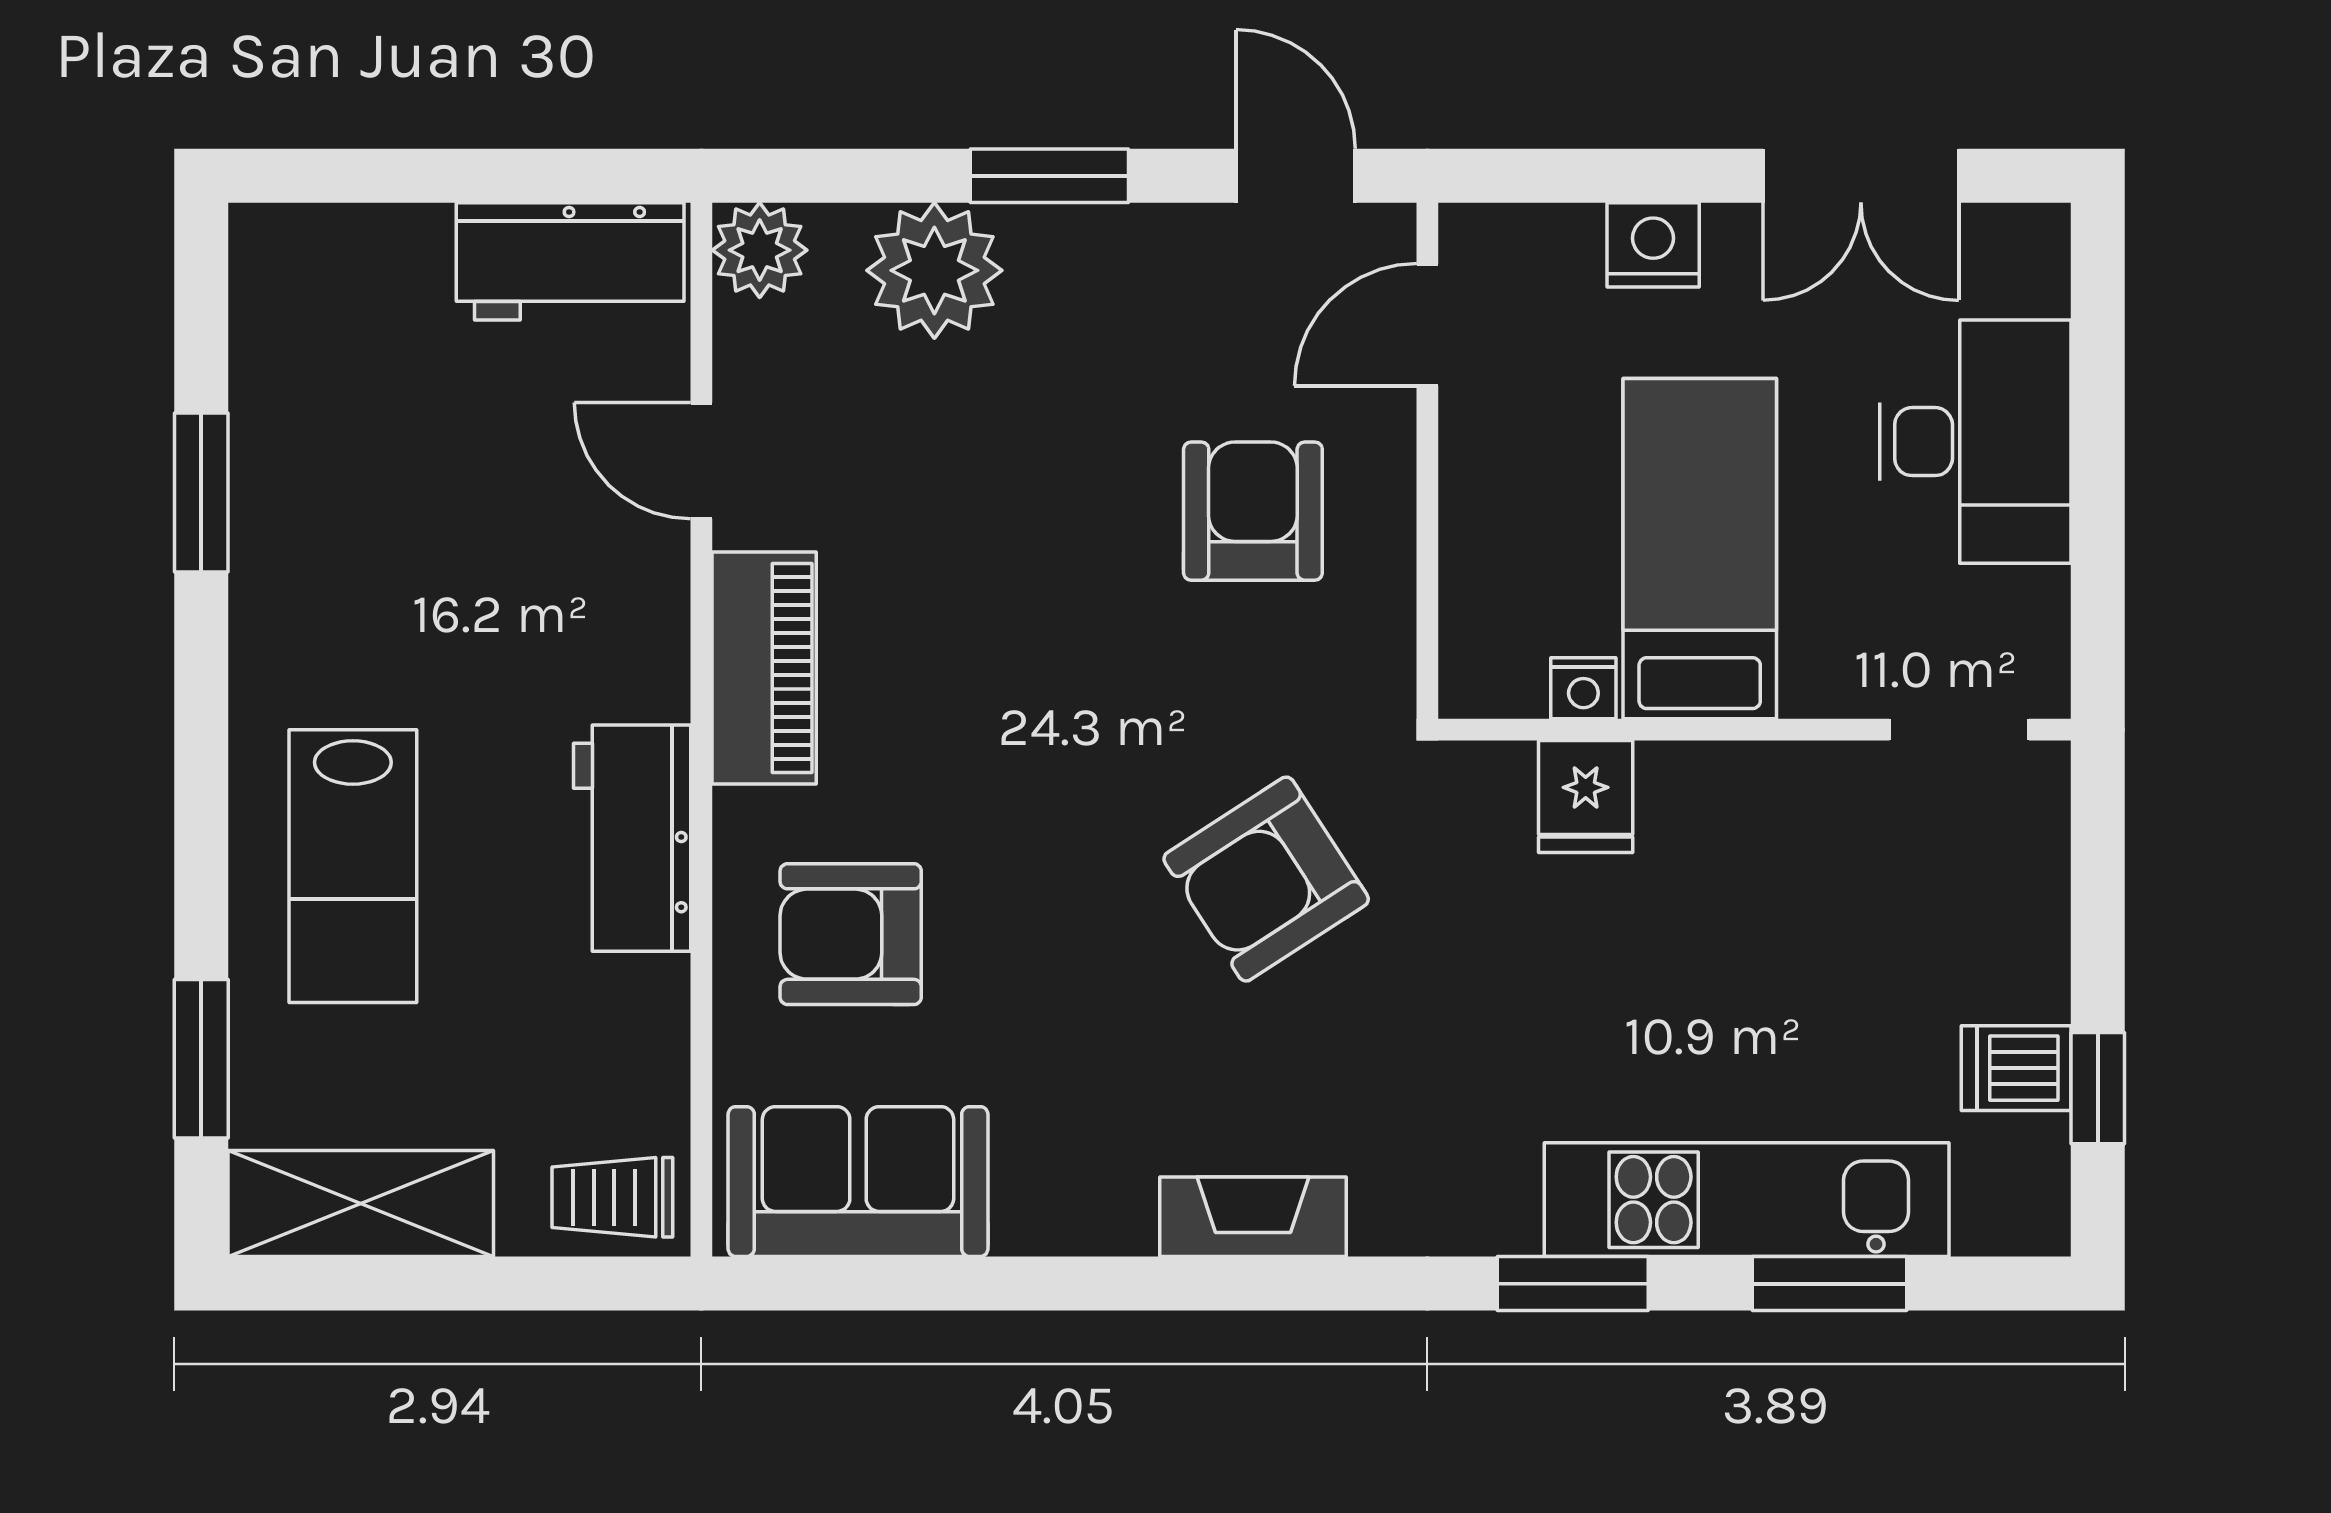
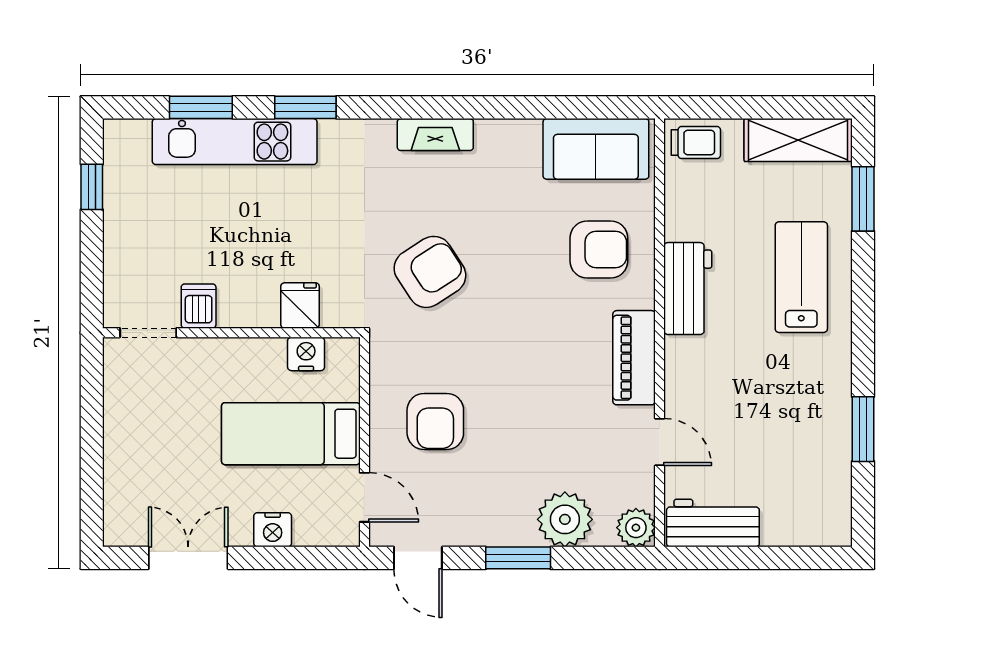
door: (1427, 325) -> (364, 497), hinge flipped
desk: (1975, 442) -> (142, 450), removed
bed: (1700, 549) -> (291, 434), moved, turned 90
nightstand: (1583, 688) -> (306, 354), width x1.39, depth x1.35
dishwasher: (2016, 1068) -> (199, 306), moved, turned -90

